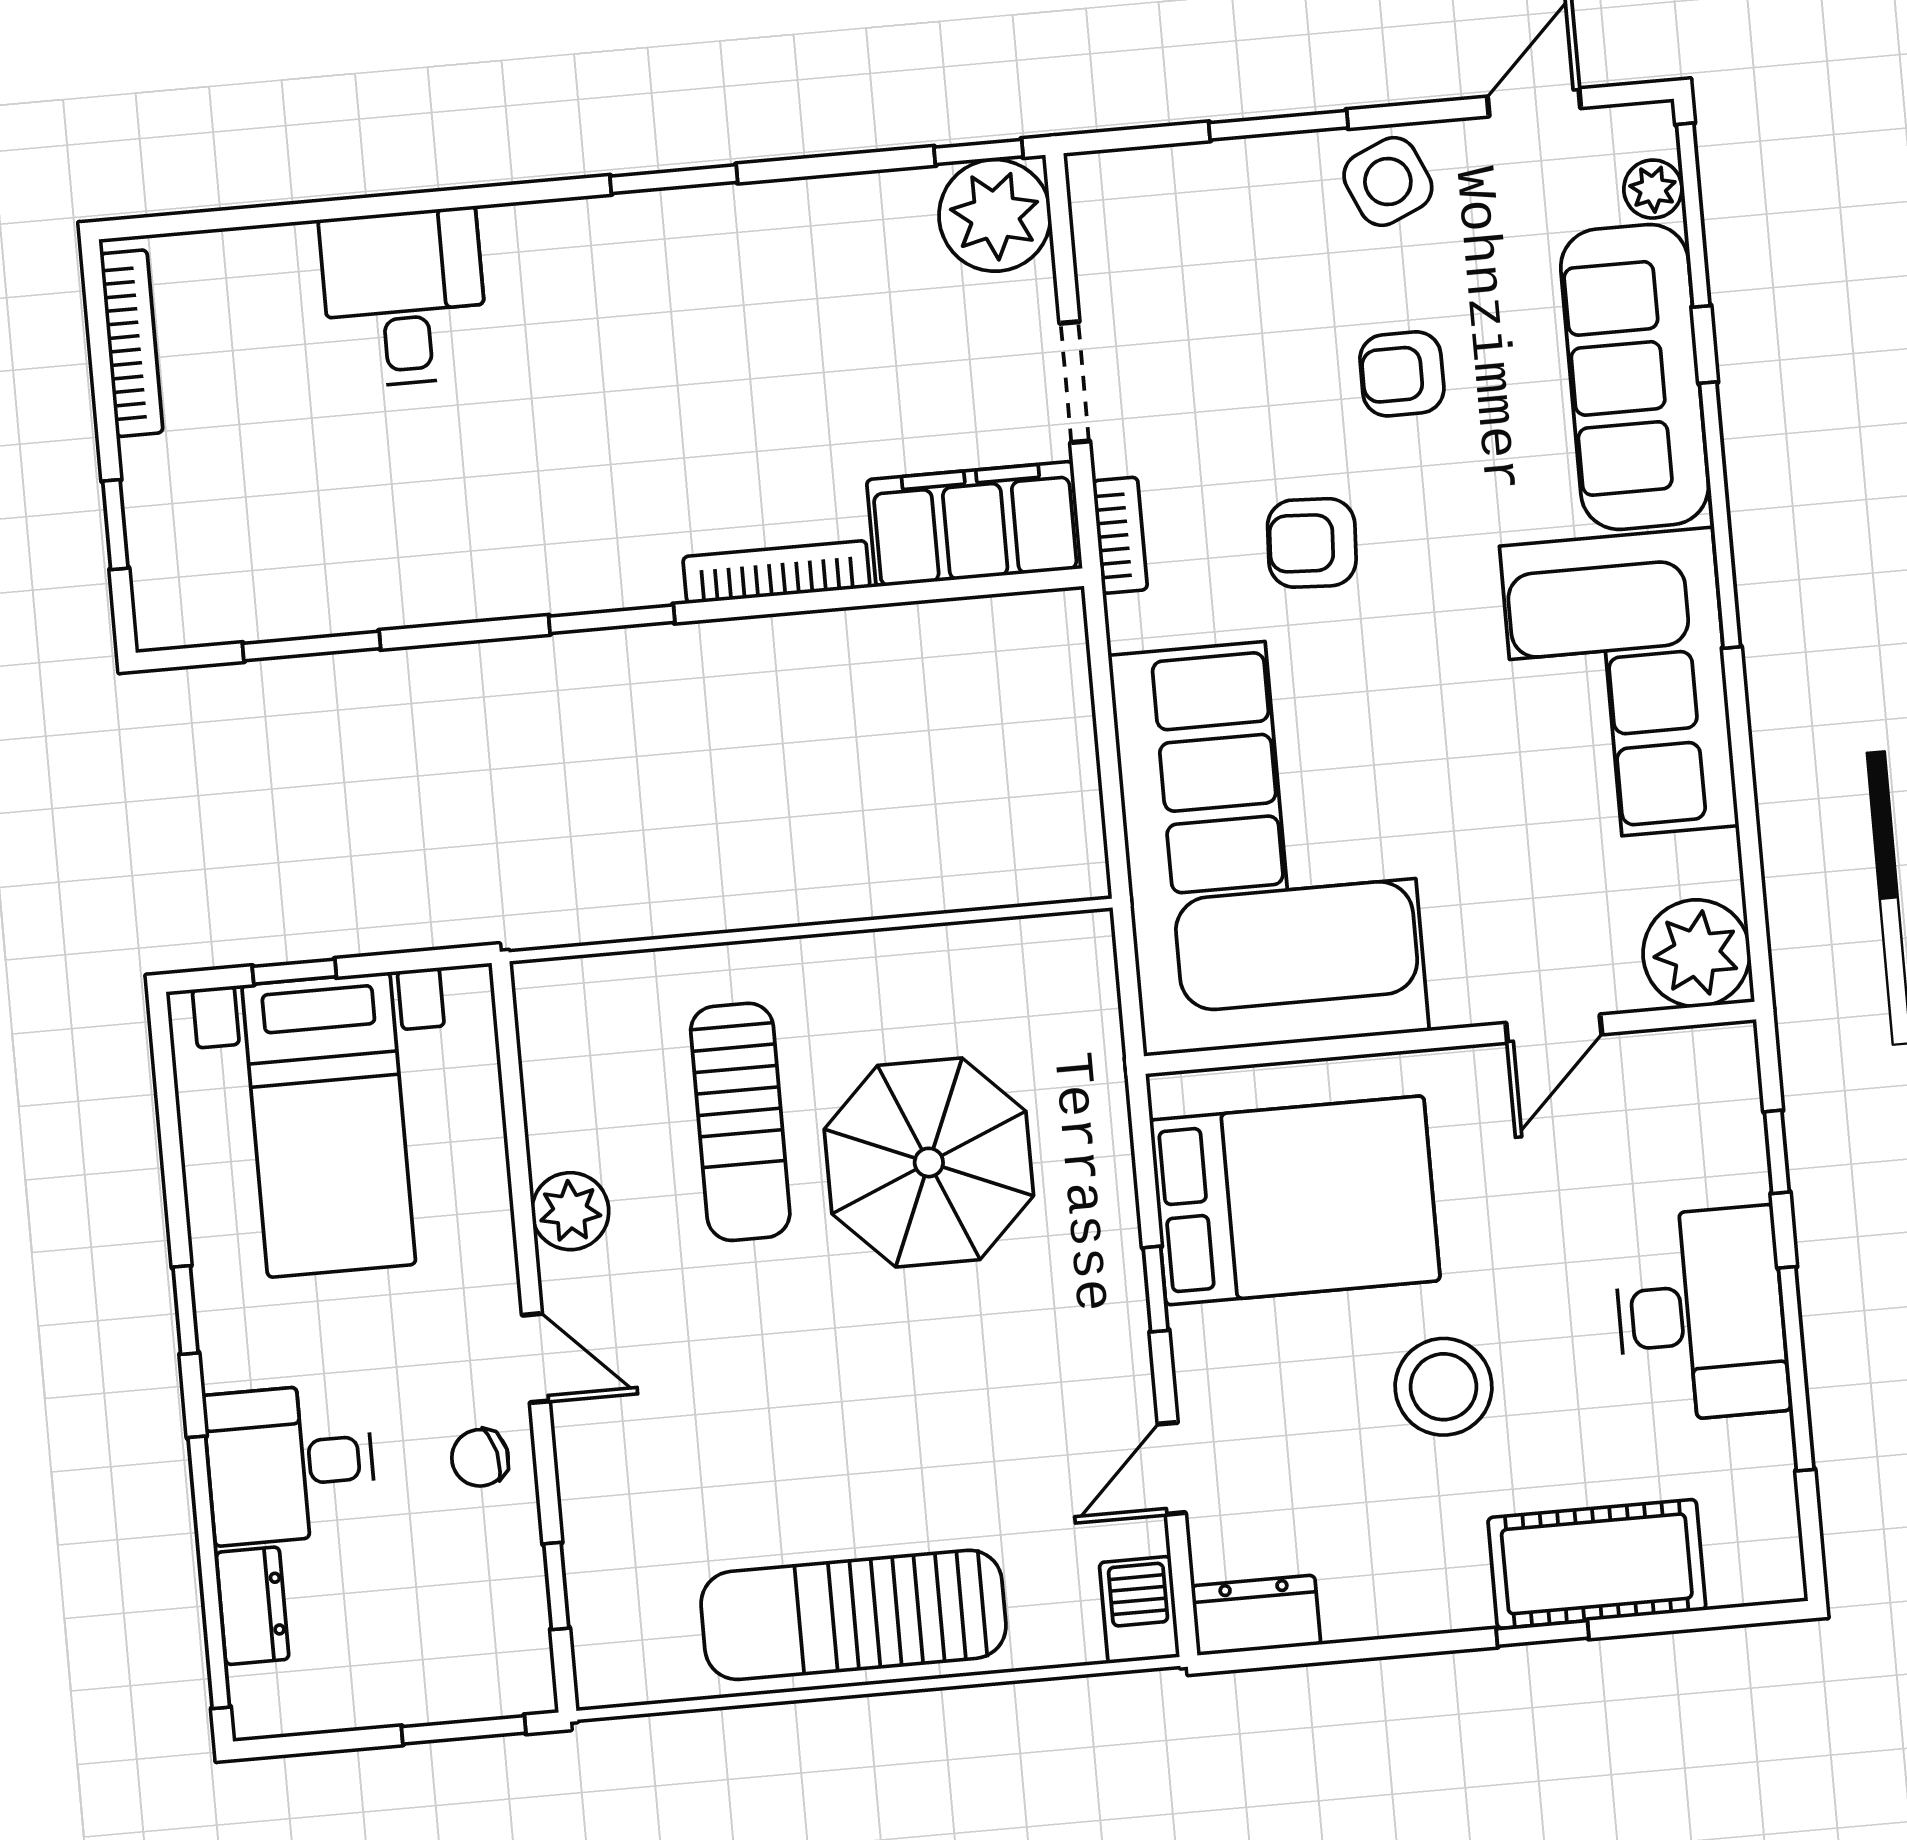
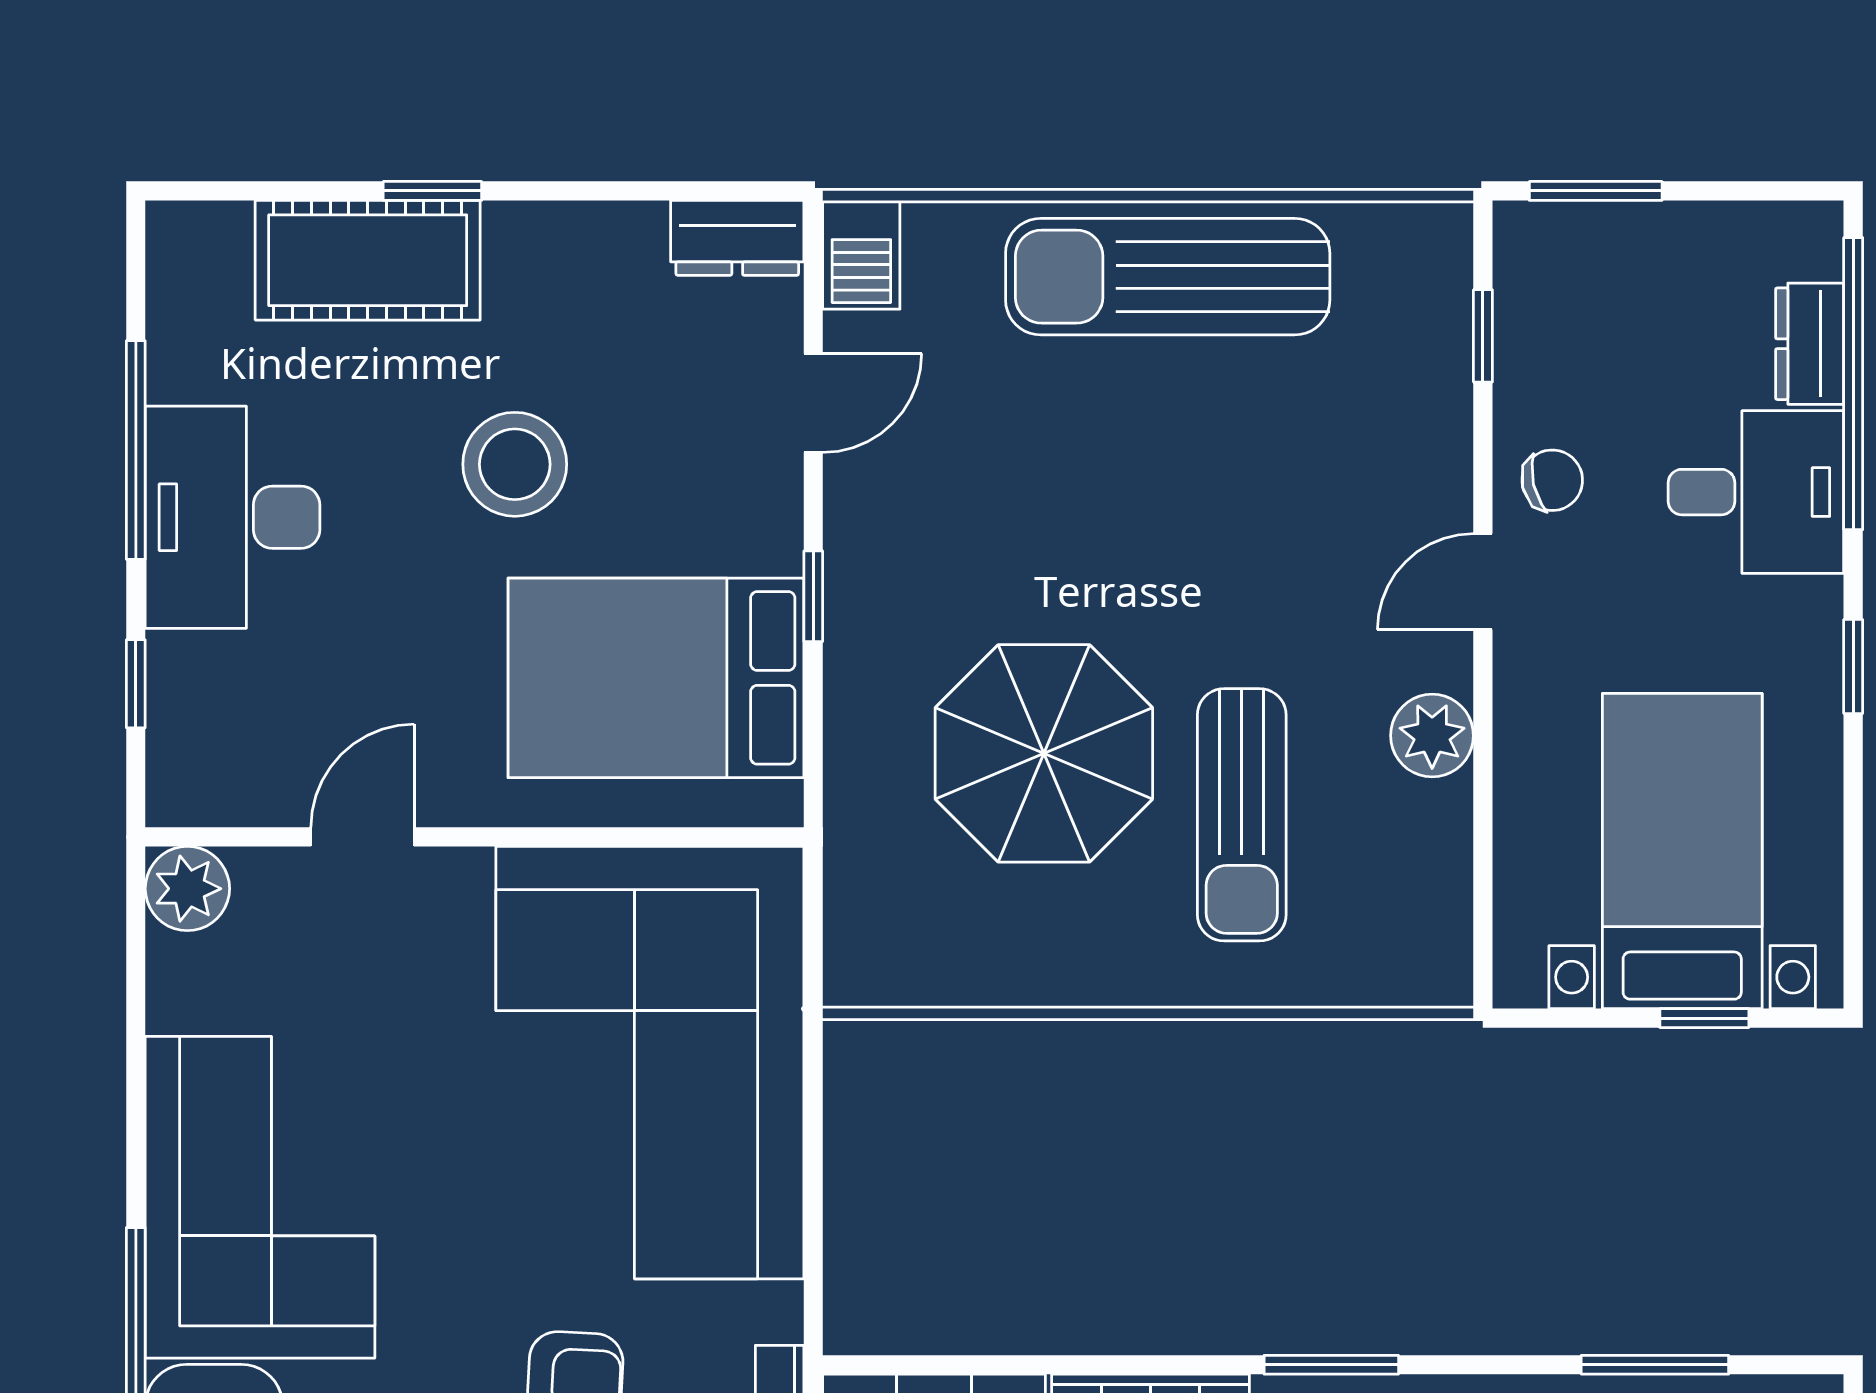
plant: (1697, 953) -> (187, 889), width x0.73, depth x0.73
sun lounger: (740, 1122) -> (1242, 815), turned 180
door: (536, 1358) -> (1483, 582), hinge flipped
sun lounger: (853, 1615) -> (1168, 277), turned 180

